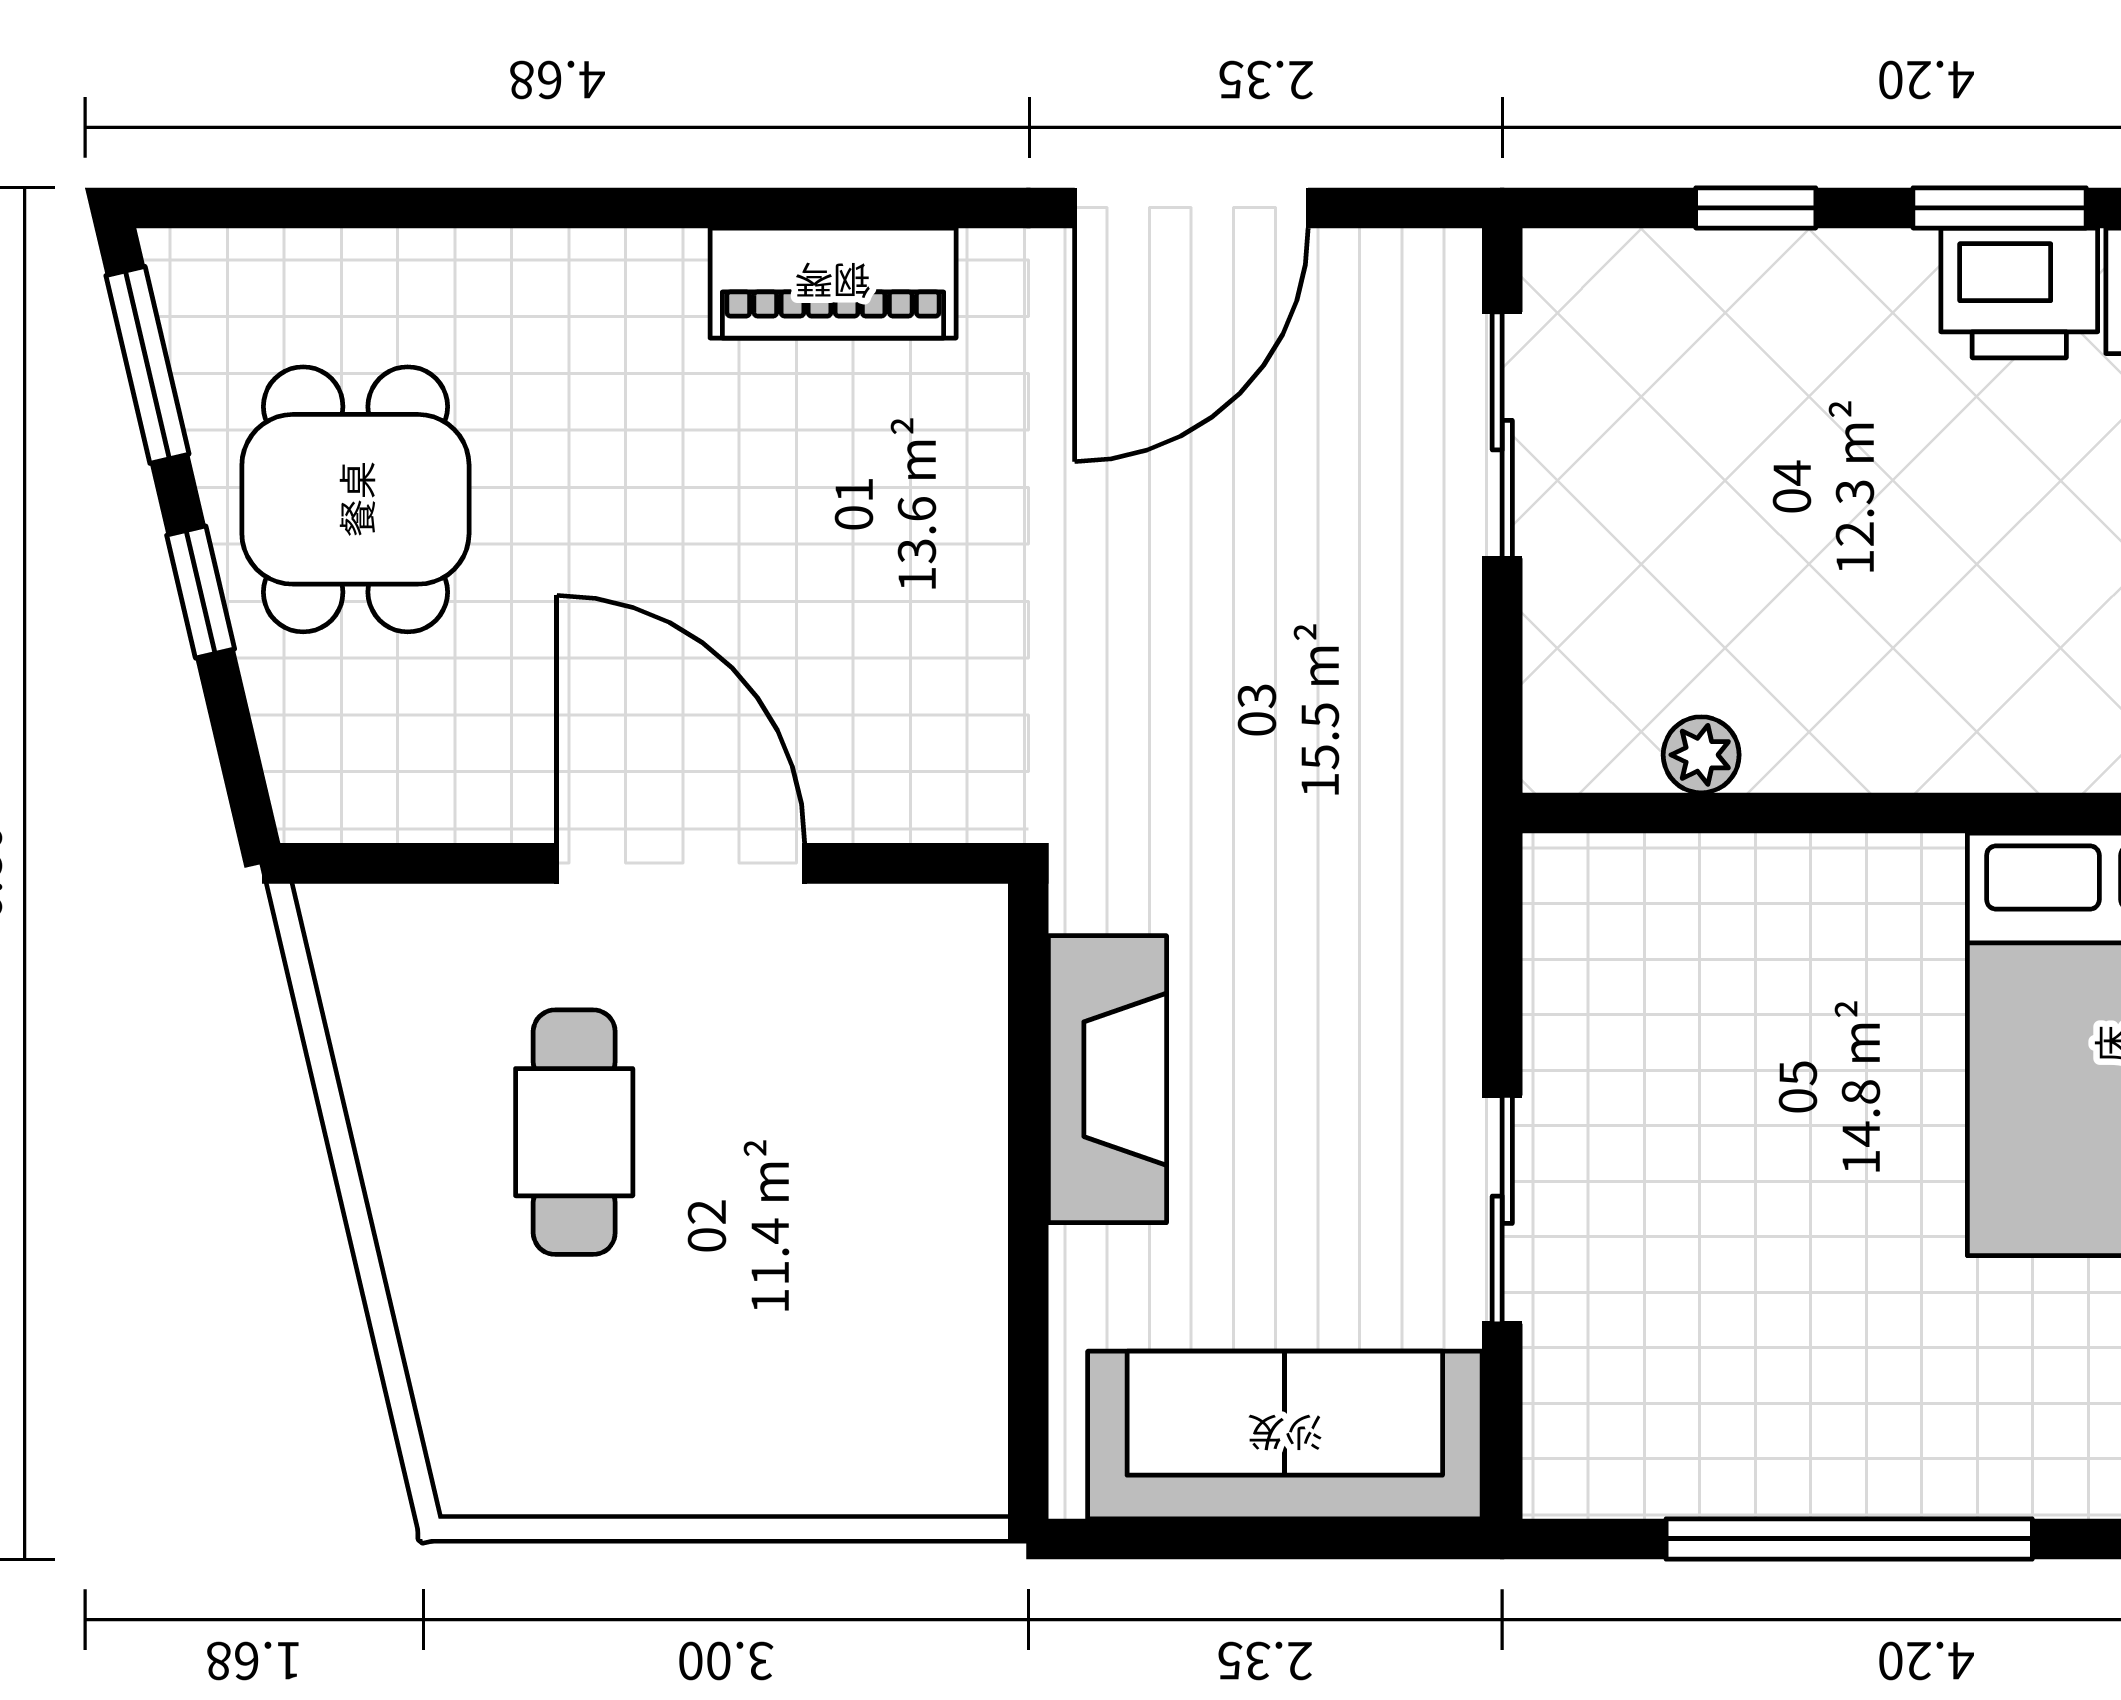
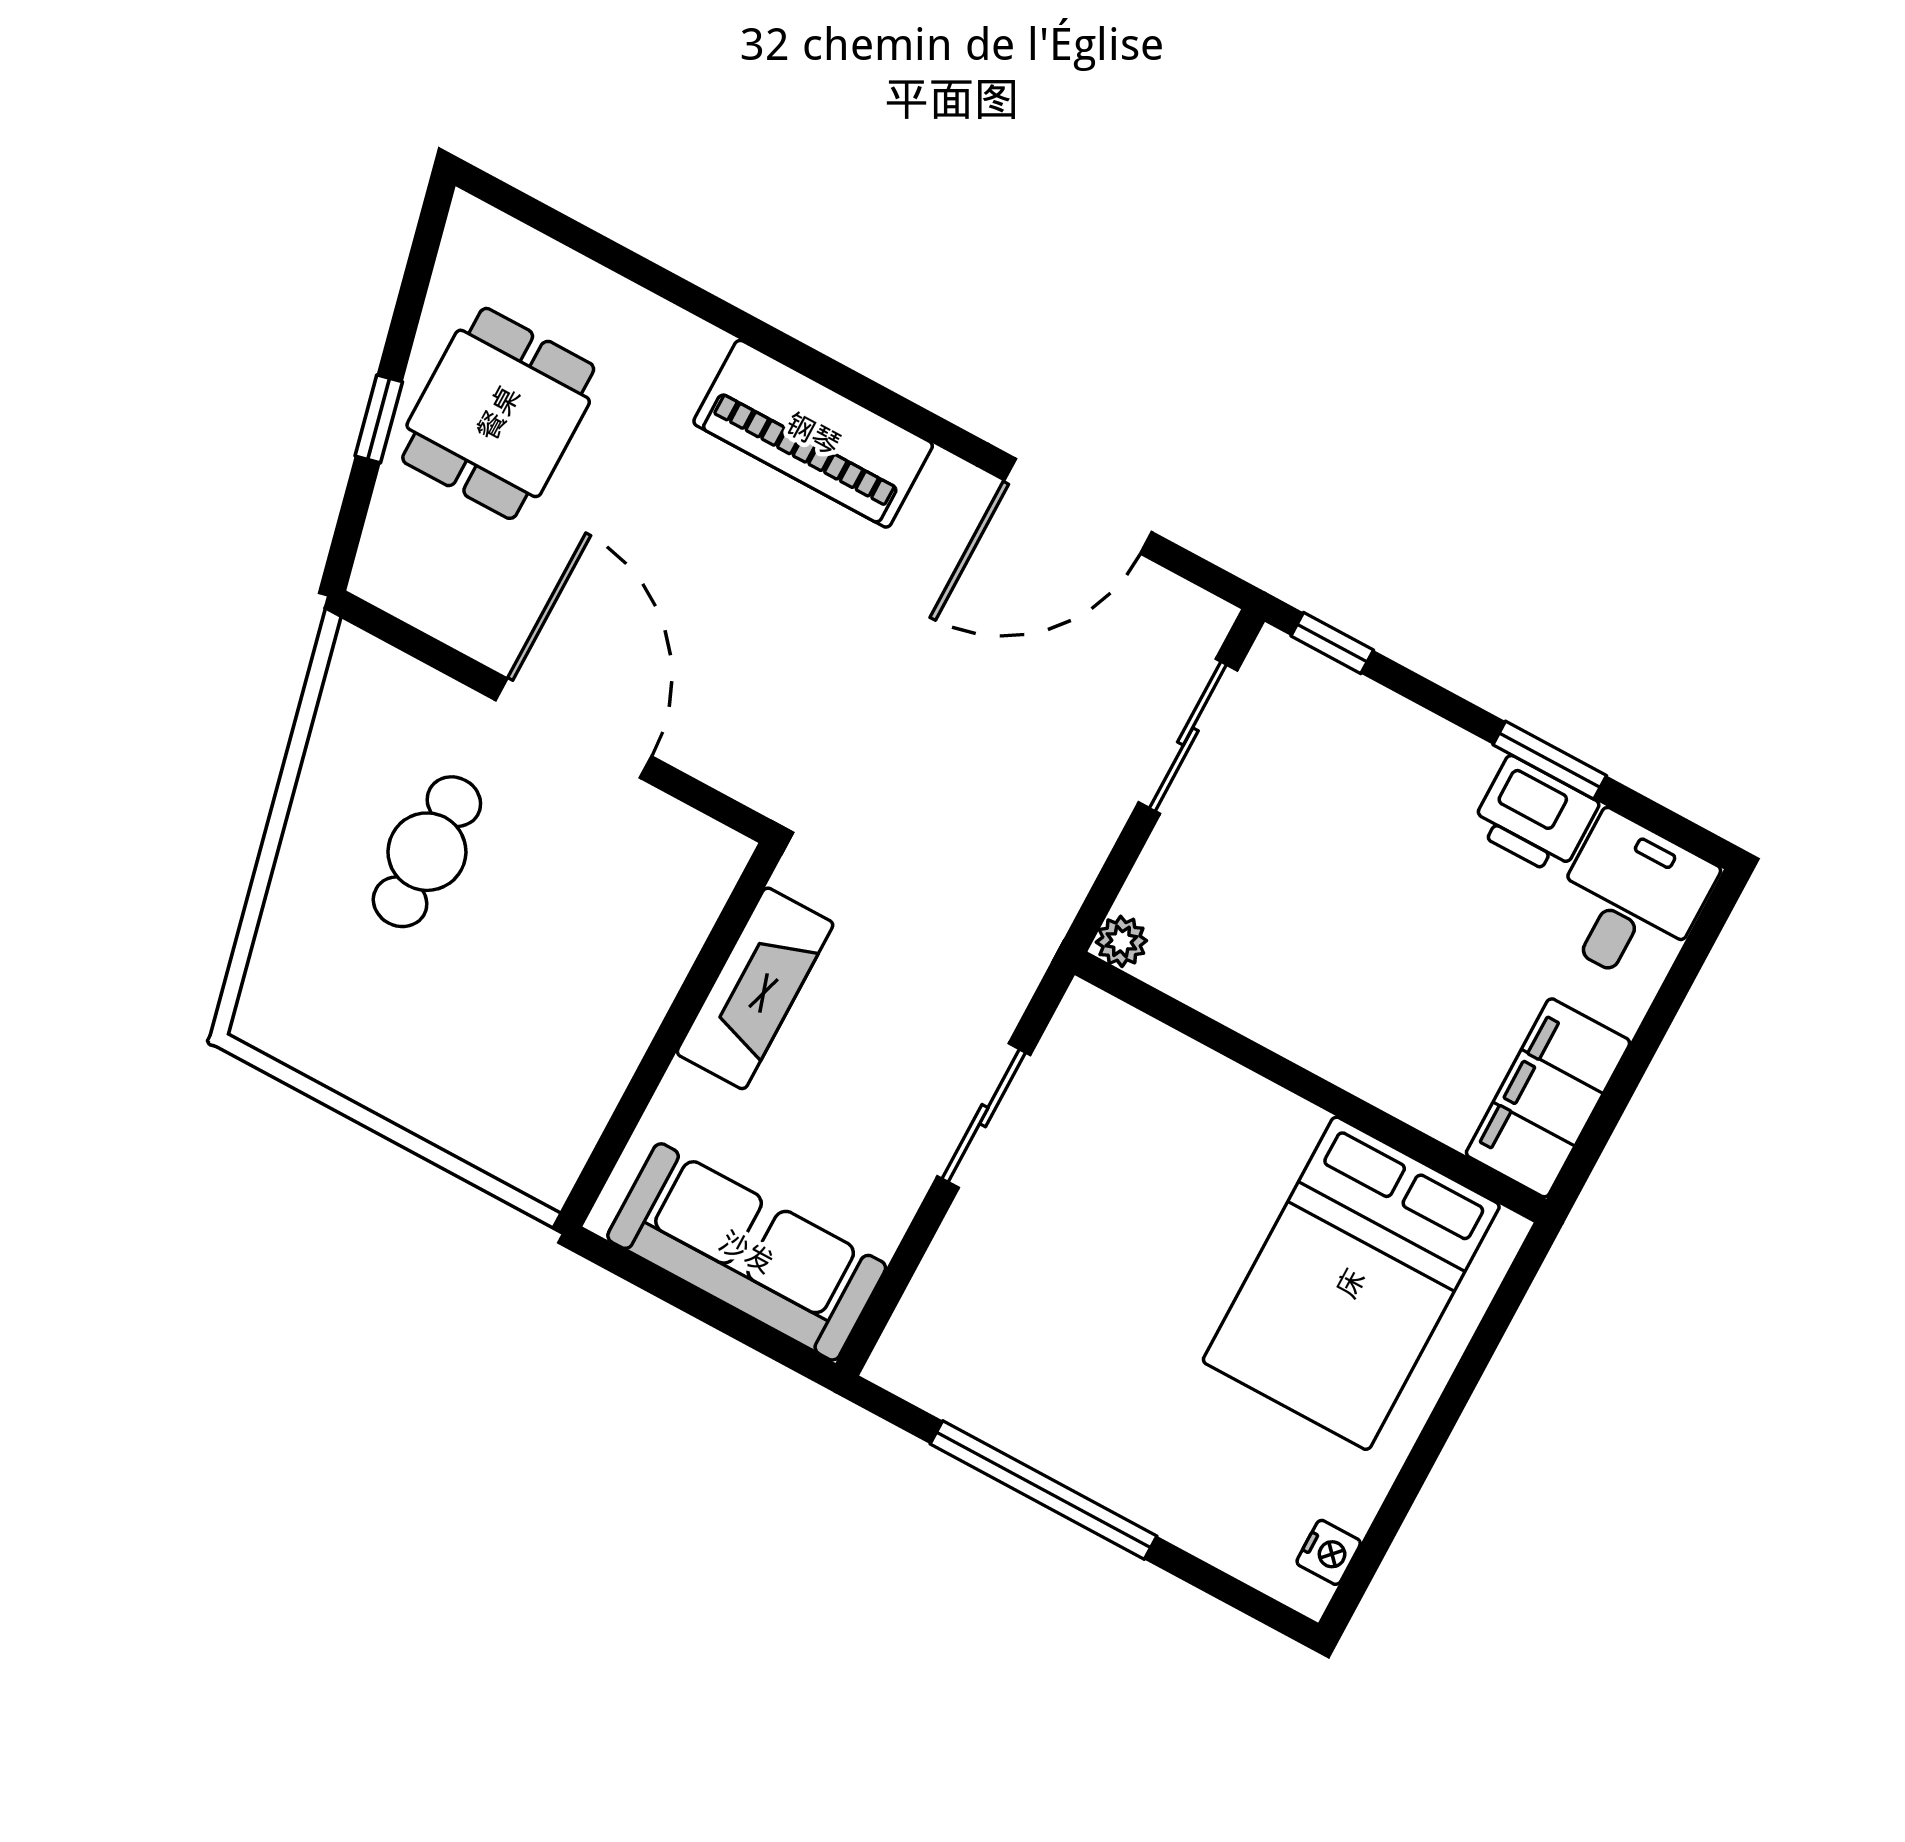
window: (1756, 208) -> (1332, 643), moved
piano: (833, 283) -> (813, 434), width x1.37, depth x1.33
window: (147, 365) -> (419, 270), removed
plant: (1701, 755) -> (1121, 941), moved
sliding door: (1502, 1210) -> (984, 1116), moved

